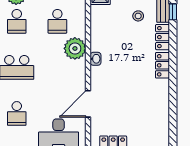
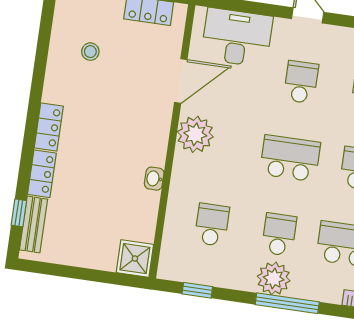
stool: (138, 16) -> (90, 52), moved
plant: (75, 48) -> (195, 134), moved
washbasin: (96, 59) -> (154, 179), moved

